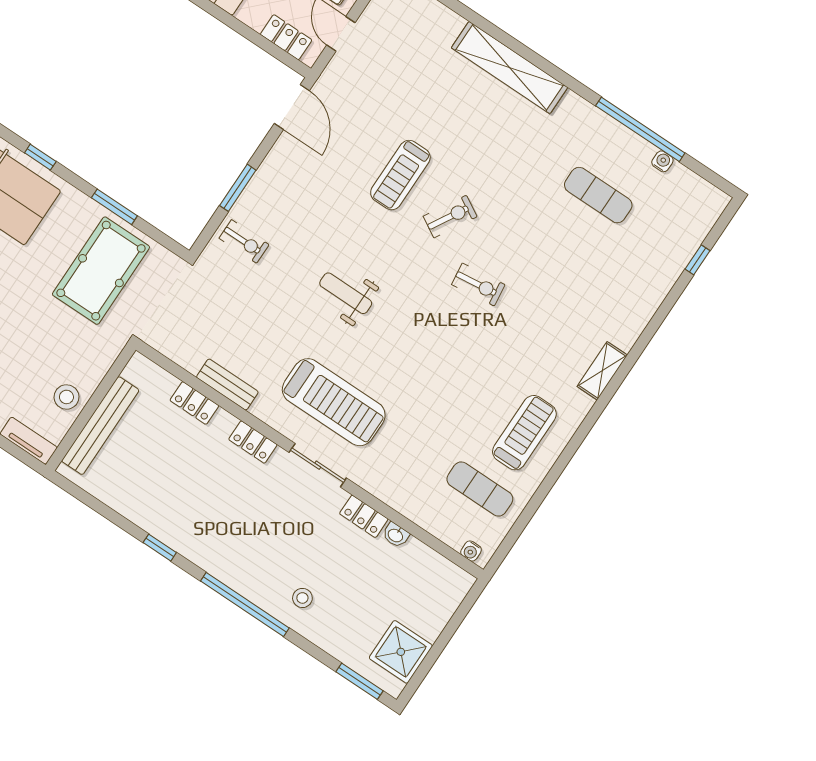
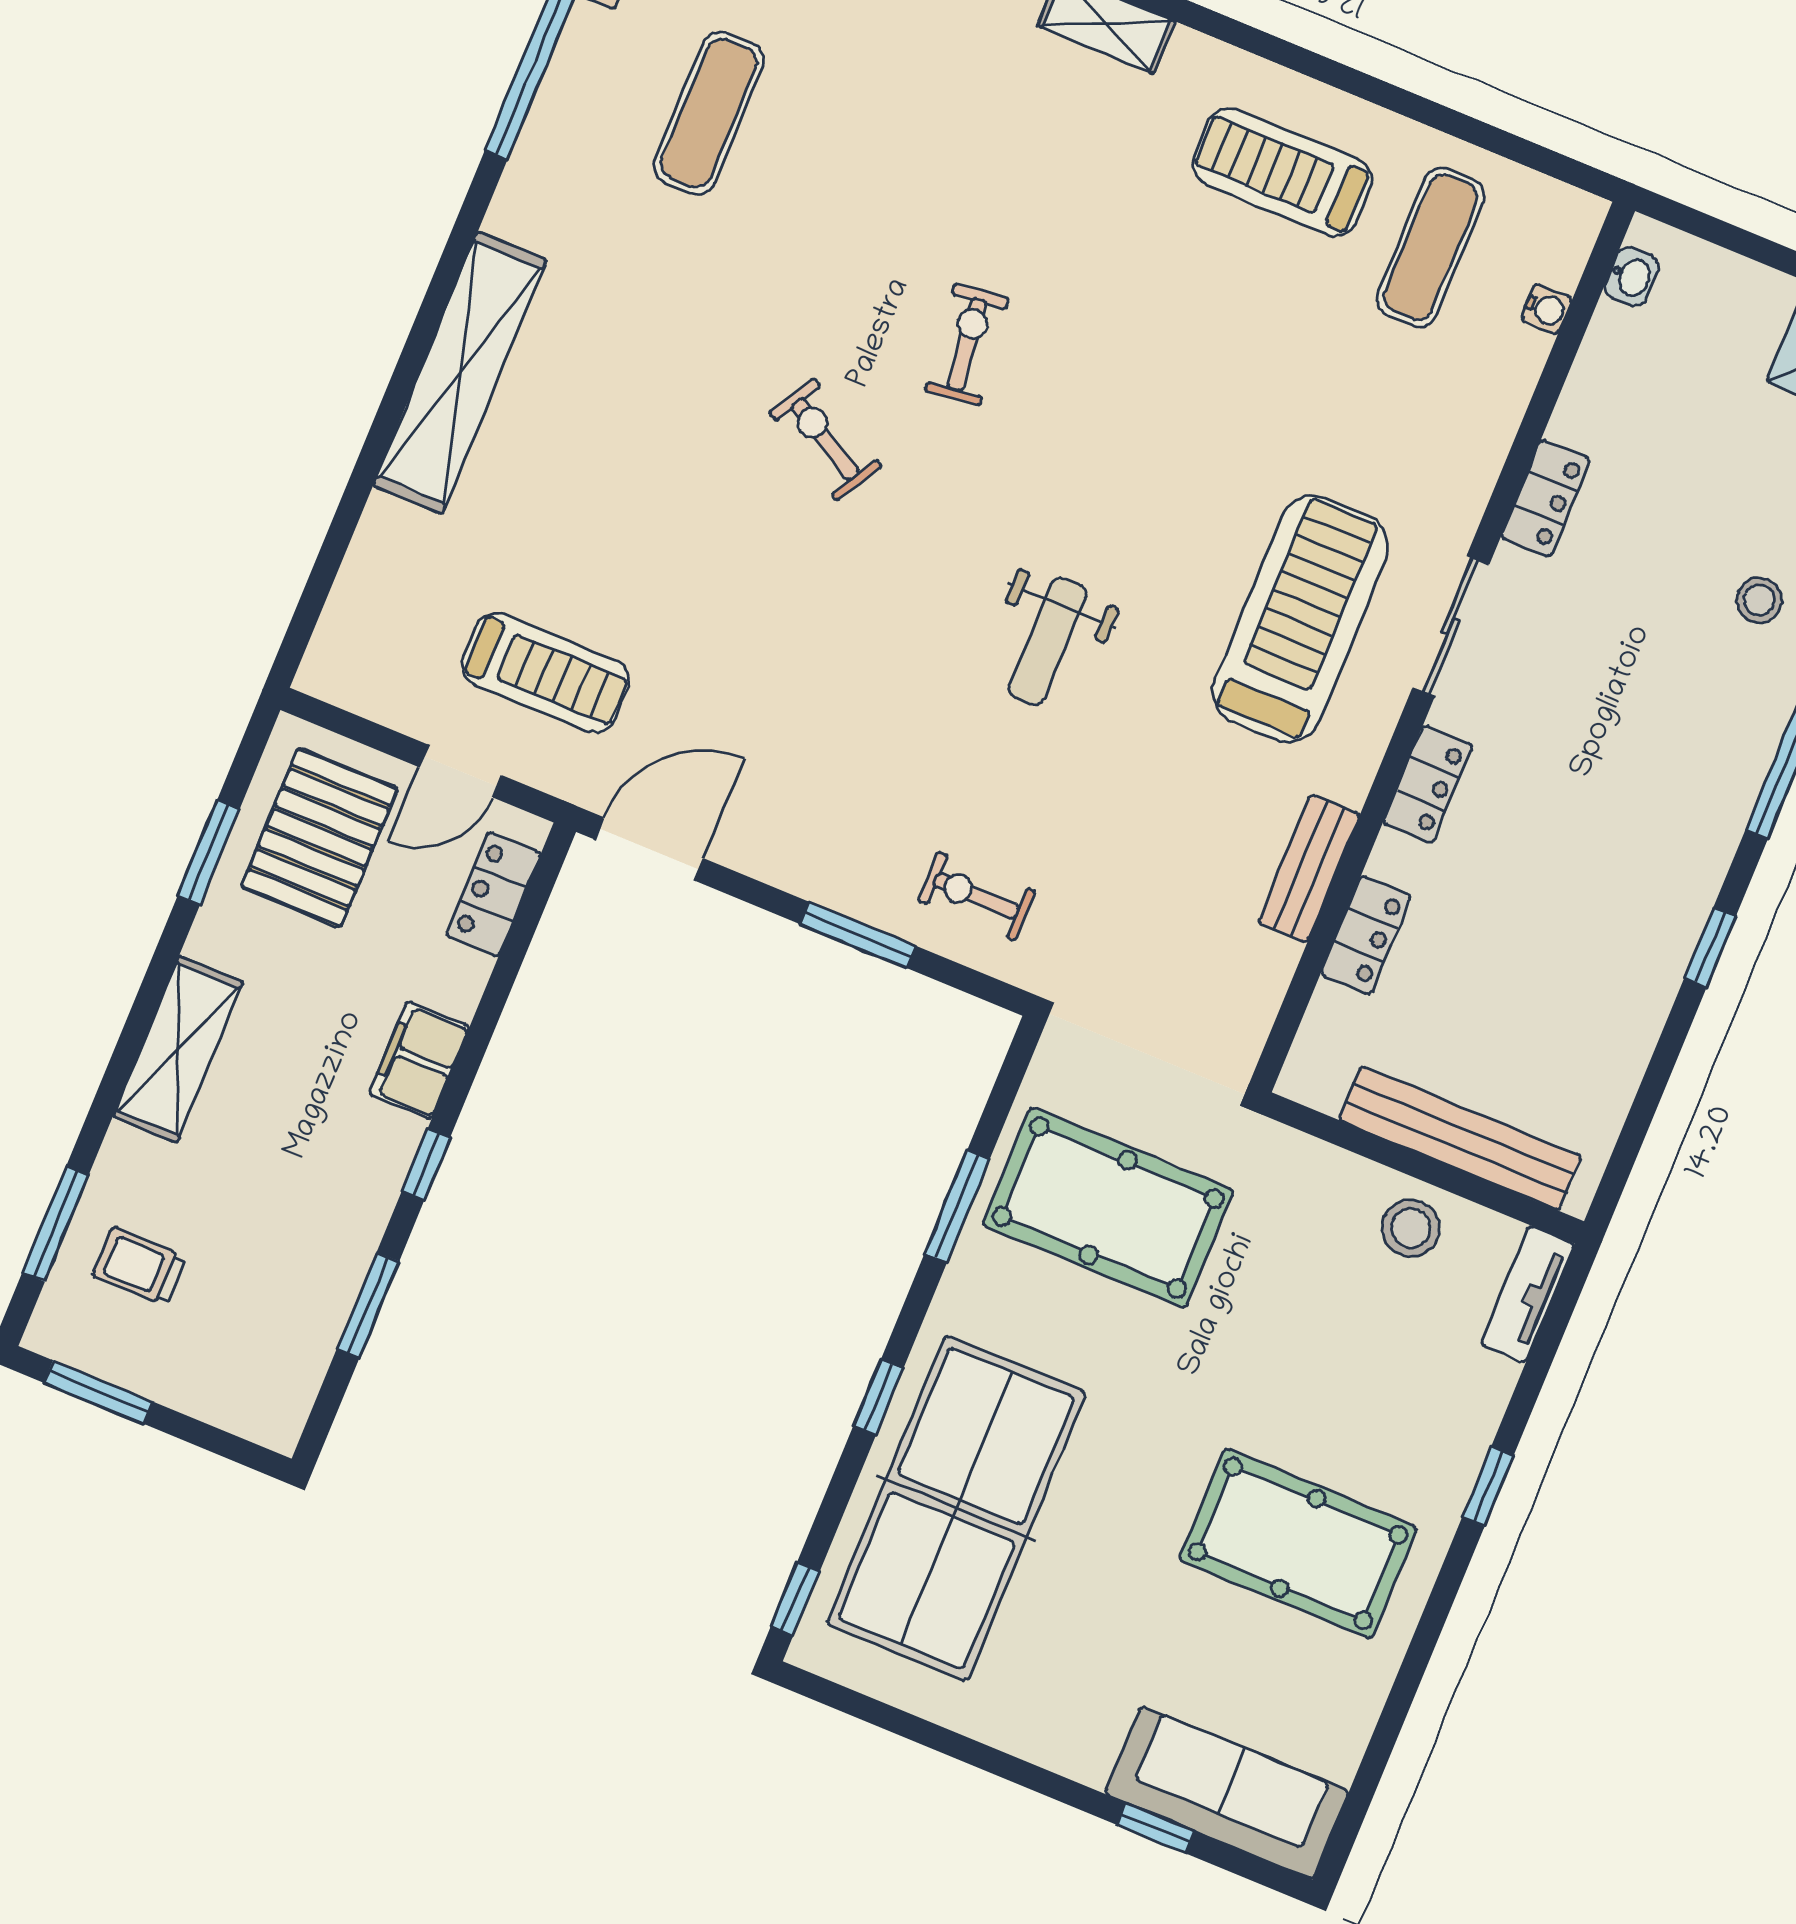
treadmill: (400, 175) -> (545, 673), moved
exercise bike: (244, 241) -> (976, 896), turned -90
washbasin: (396, 535) -> (1632, 276), moved
water cooler: (471, 551) -> (1546, 309), moved

